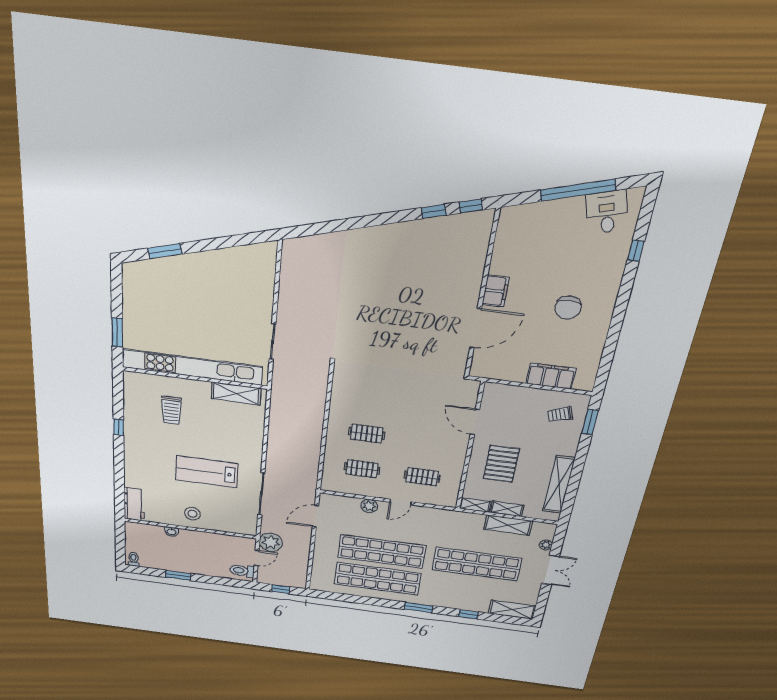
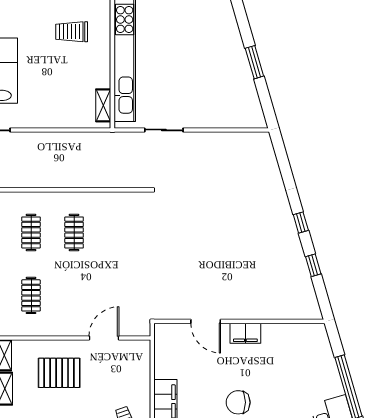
window: (471, 206) -> (301, 223), moved
window: (165, 251) -> (254, 62), moved
door: (476, 328) -> (206, 321), width x0.73
shelving: (236, 394) -> (103, 105), width x0.67, depth x0.75

